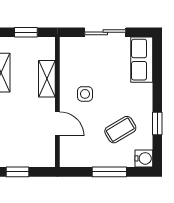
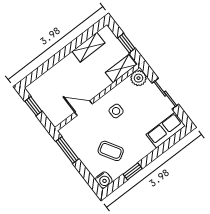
plant: (70, 47) -> (138, 78), added
shelving: (47, 79) -> (121, 69), moved
door: (57, 124) -> (84, 108), swing flipped
window: (109, 172) -> (67, 150), moved

